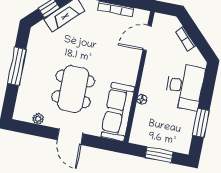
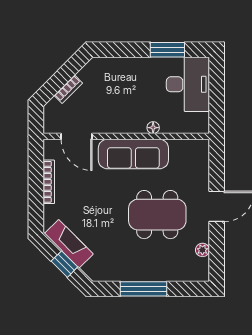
desk: (185, 86) -> (188, 84), moved, turned 90
sofa: (118, 112) -> (133, 154), moved
window: (159, 155) -> (217, 93), removed

